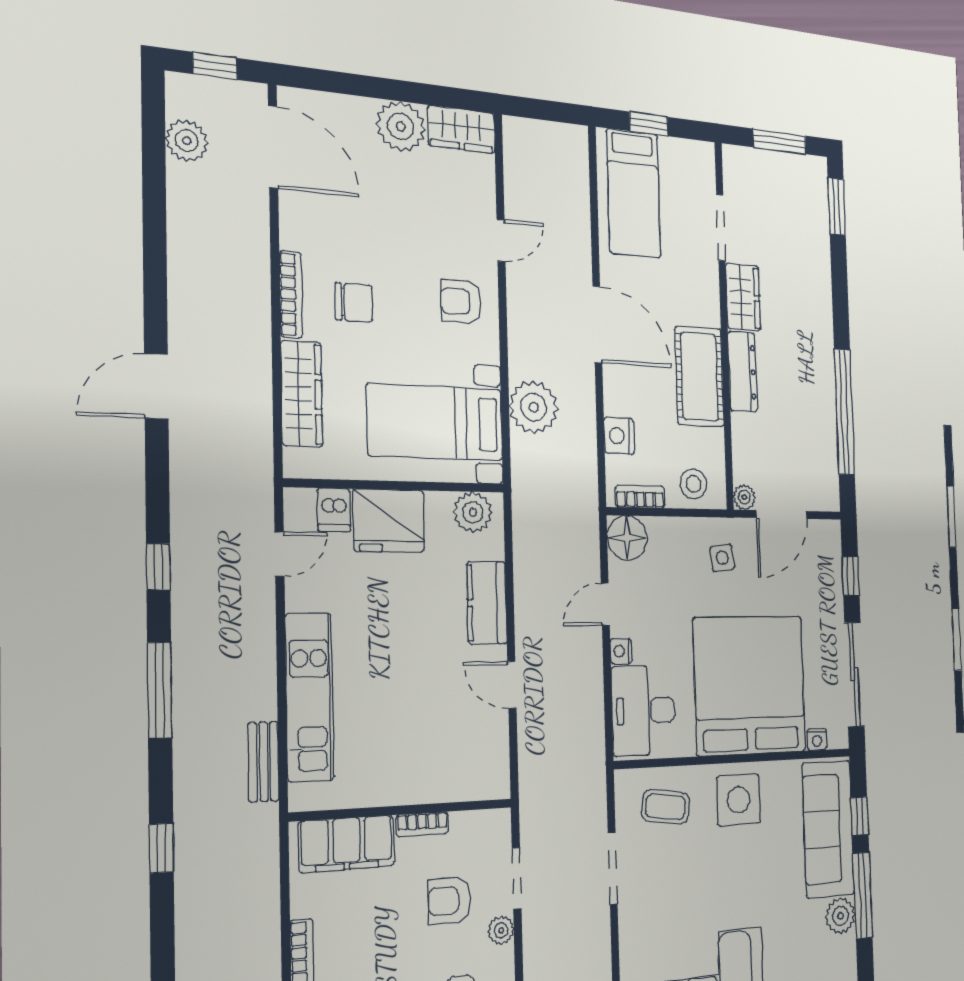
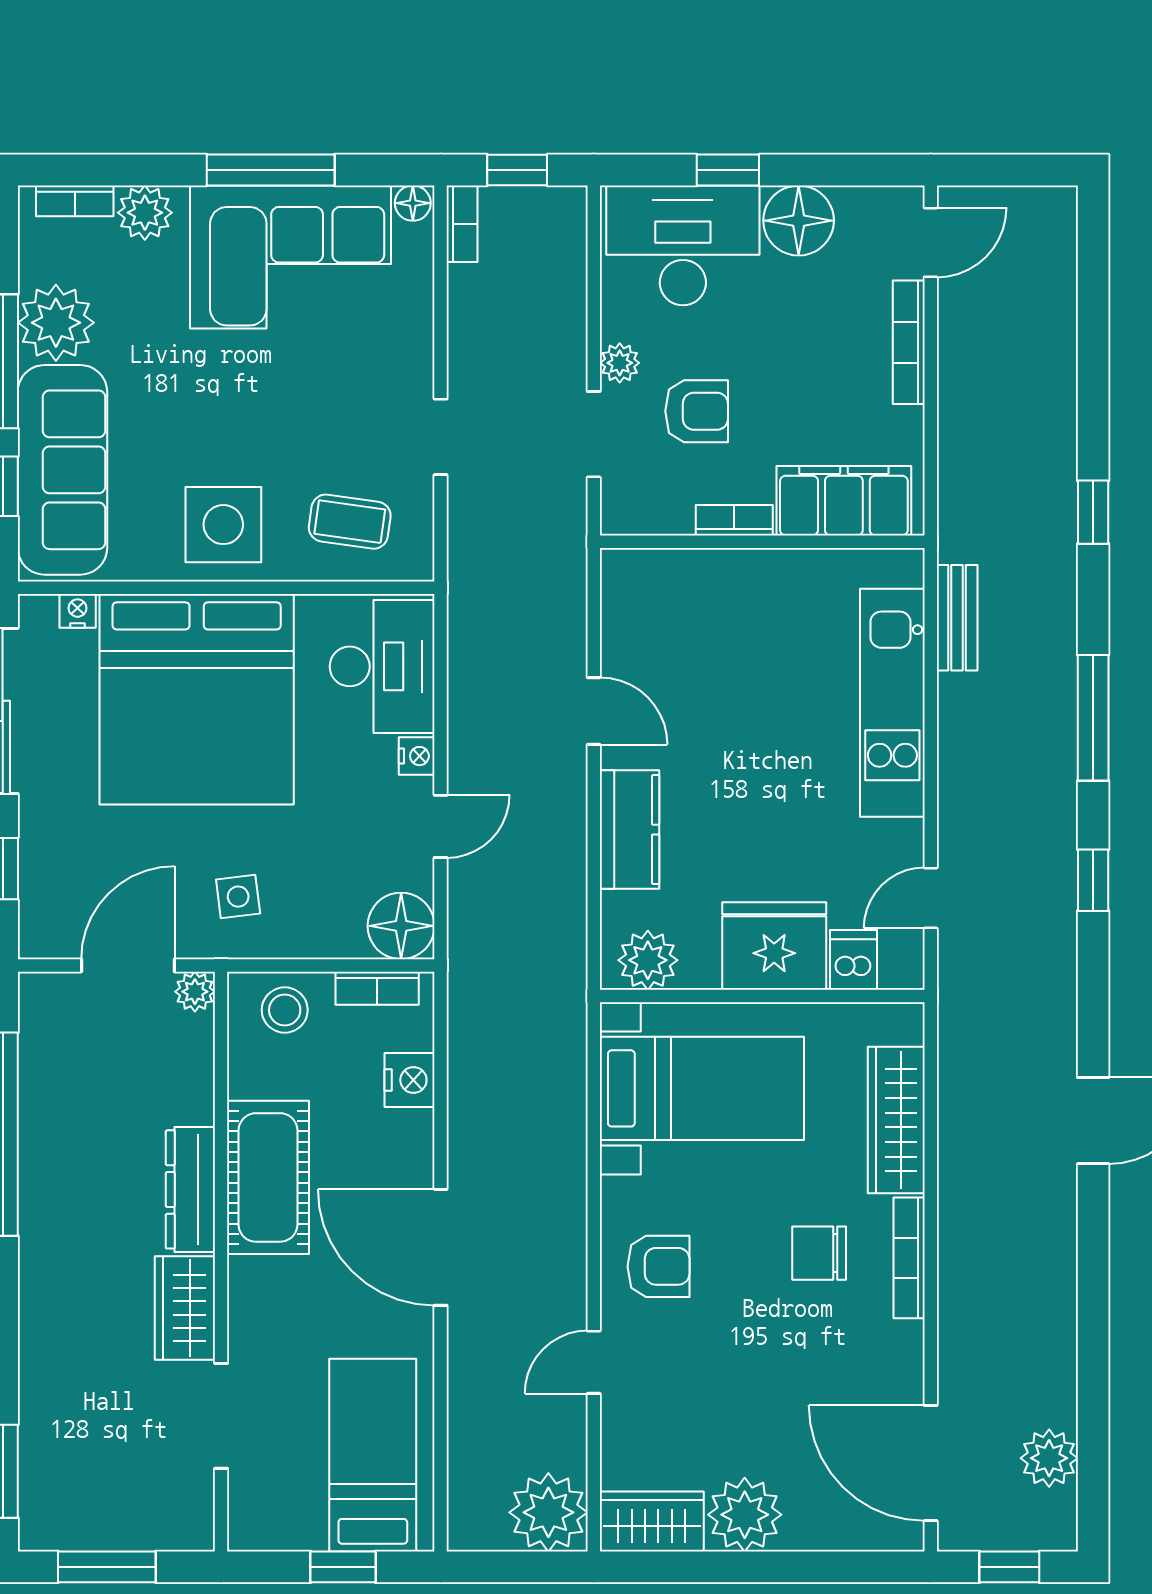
plant: (534, 407) -> (548, 1512), moved
doorway: (613, 868) -> (441, 437), width x0.73
plant: (840, 916) -> (56, 323), width x1.36, depth x1.36

